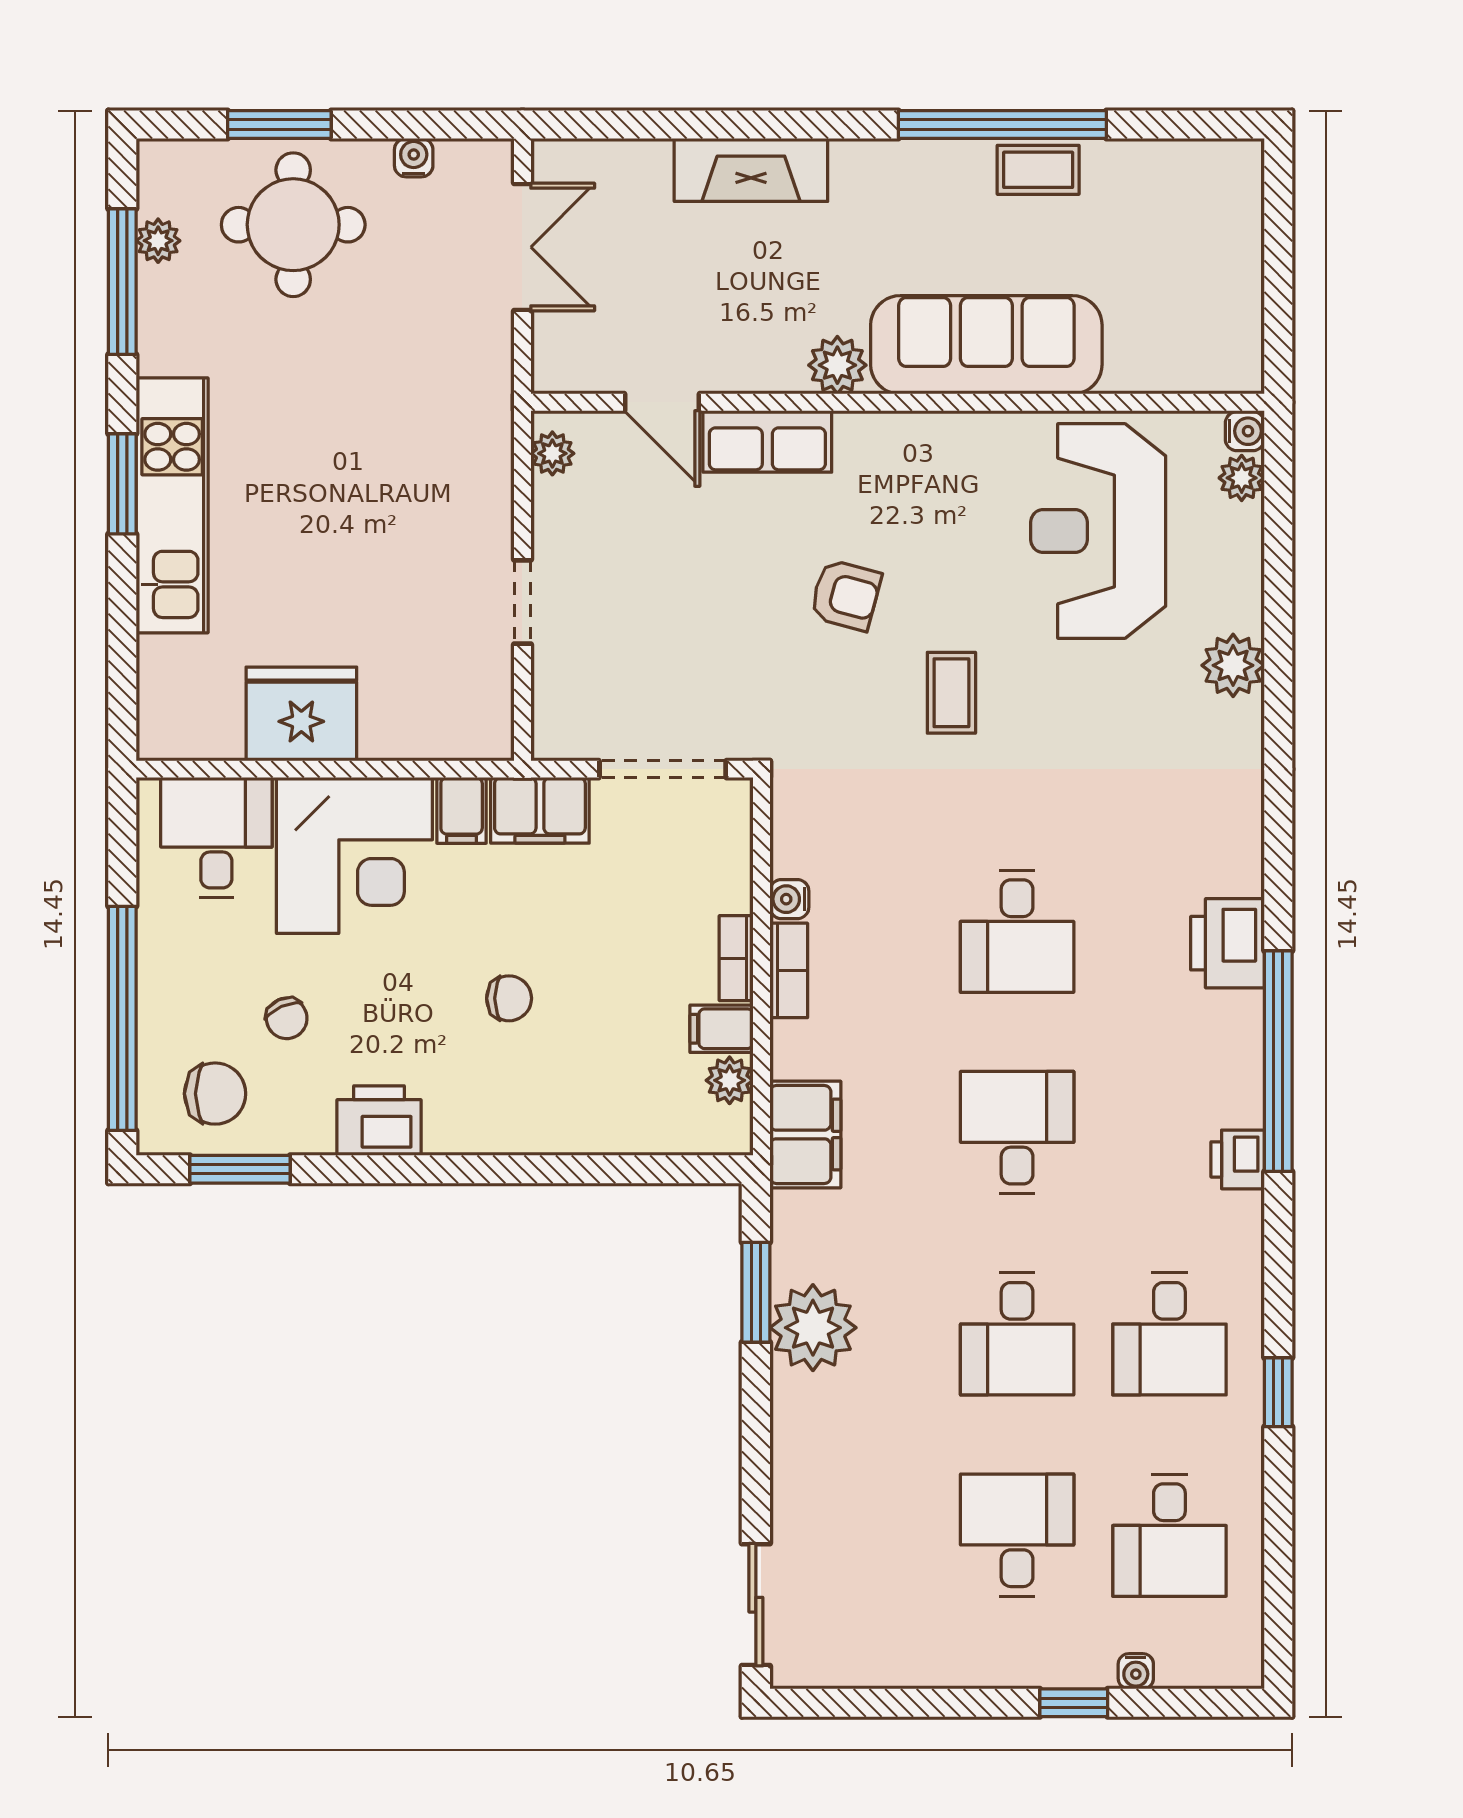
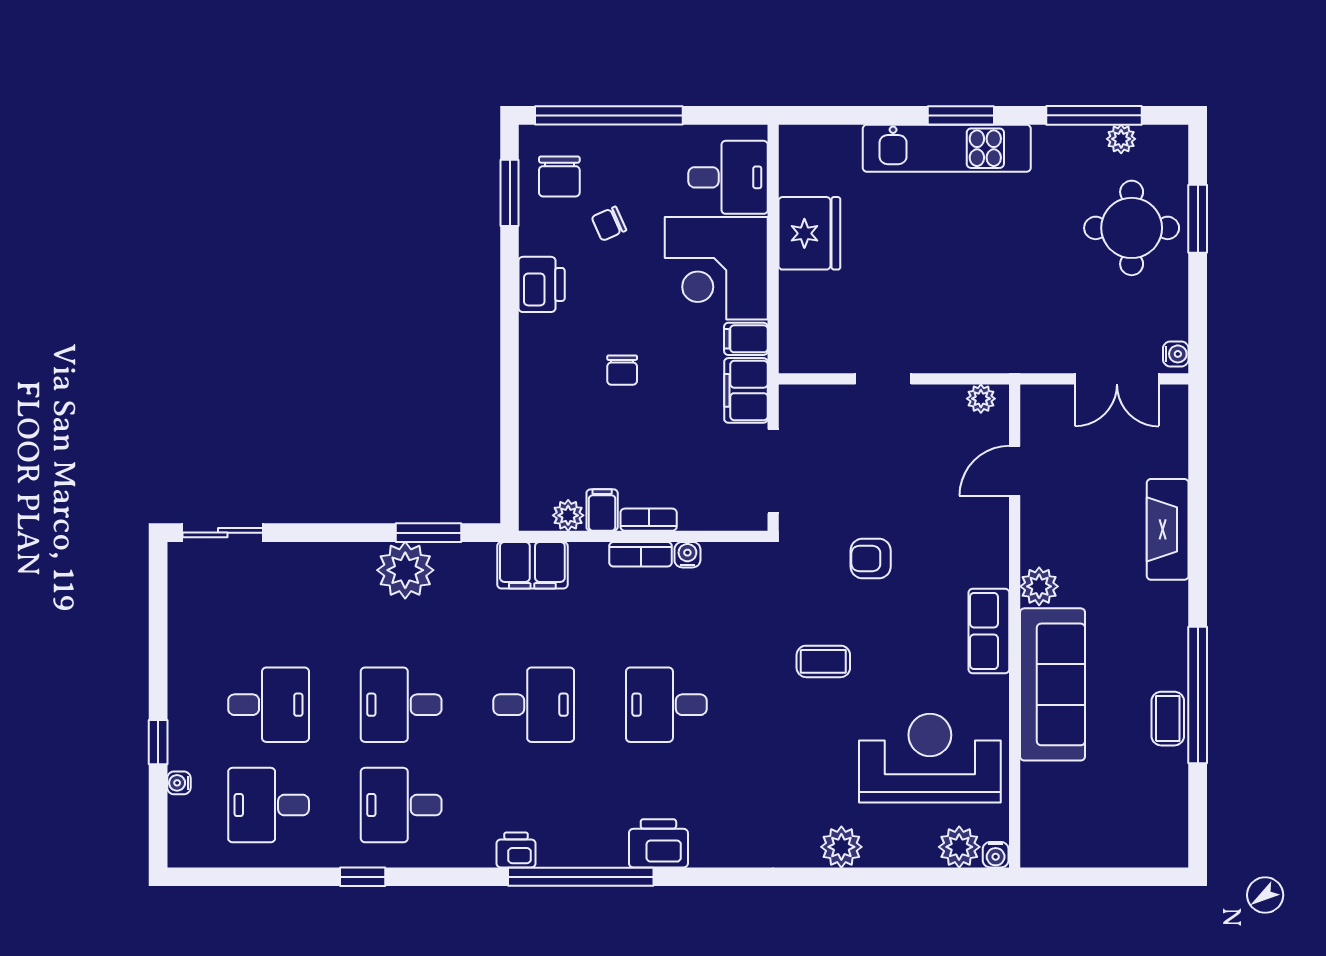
water cooler: (414, 158) -> (1176, 354), moved
row of seats: (767, 441) -> (989, 631), moved
plant: (1242, 478) -> (959, 847), width x1.38, depth x1.38
armchair: (846, 595) -> (871, 558), moved, turned 75

